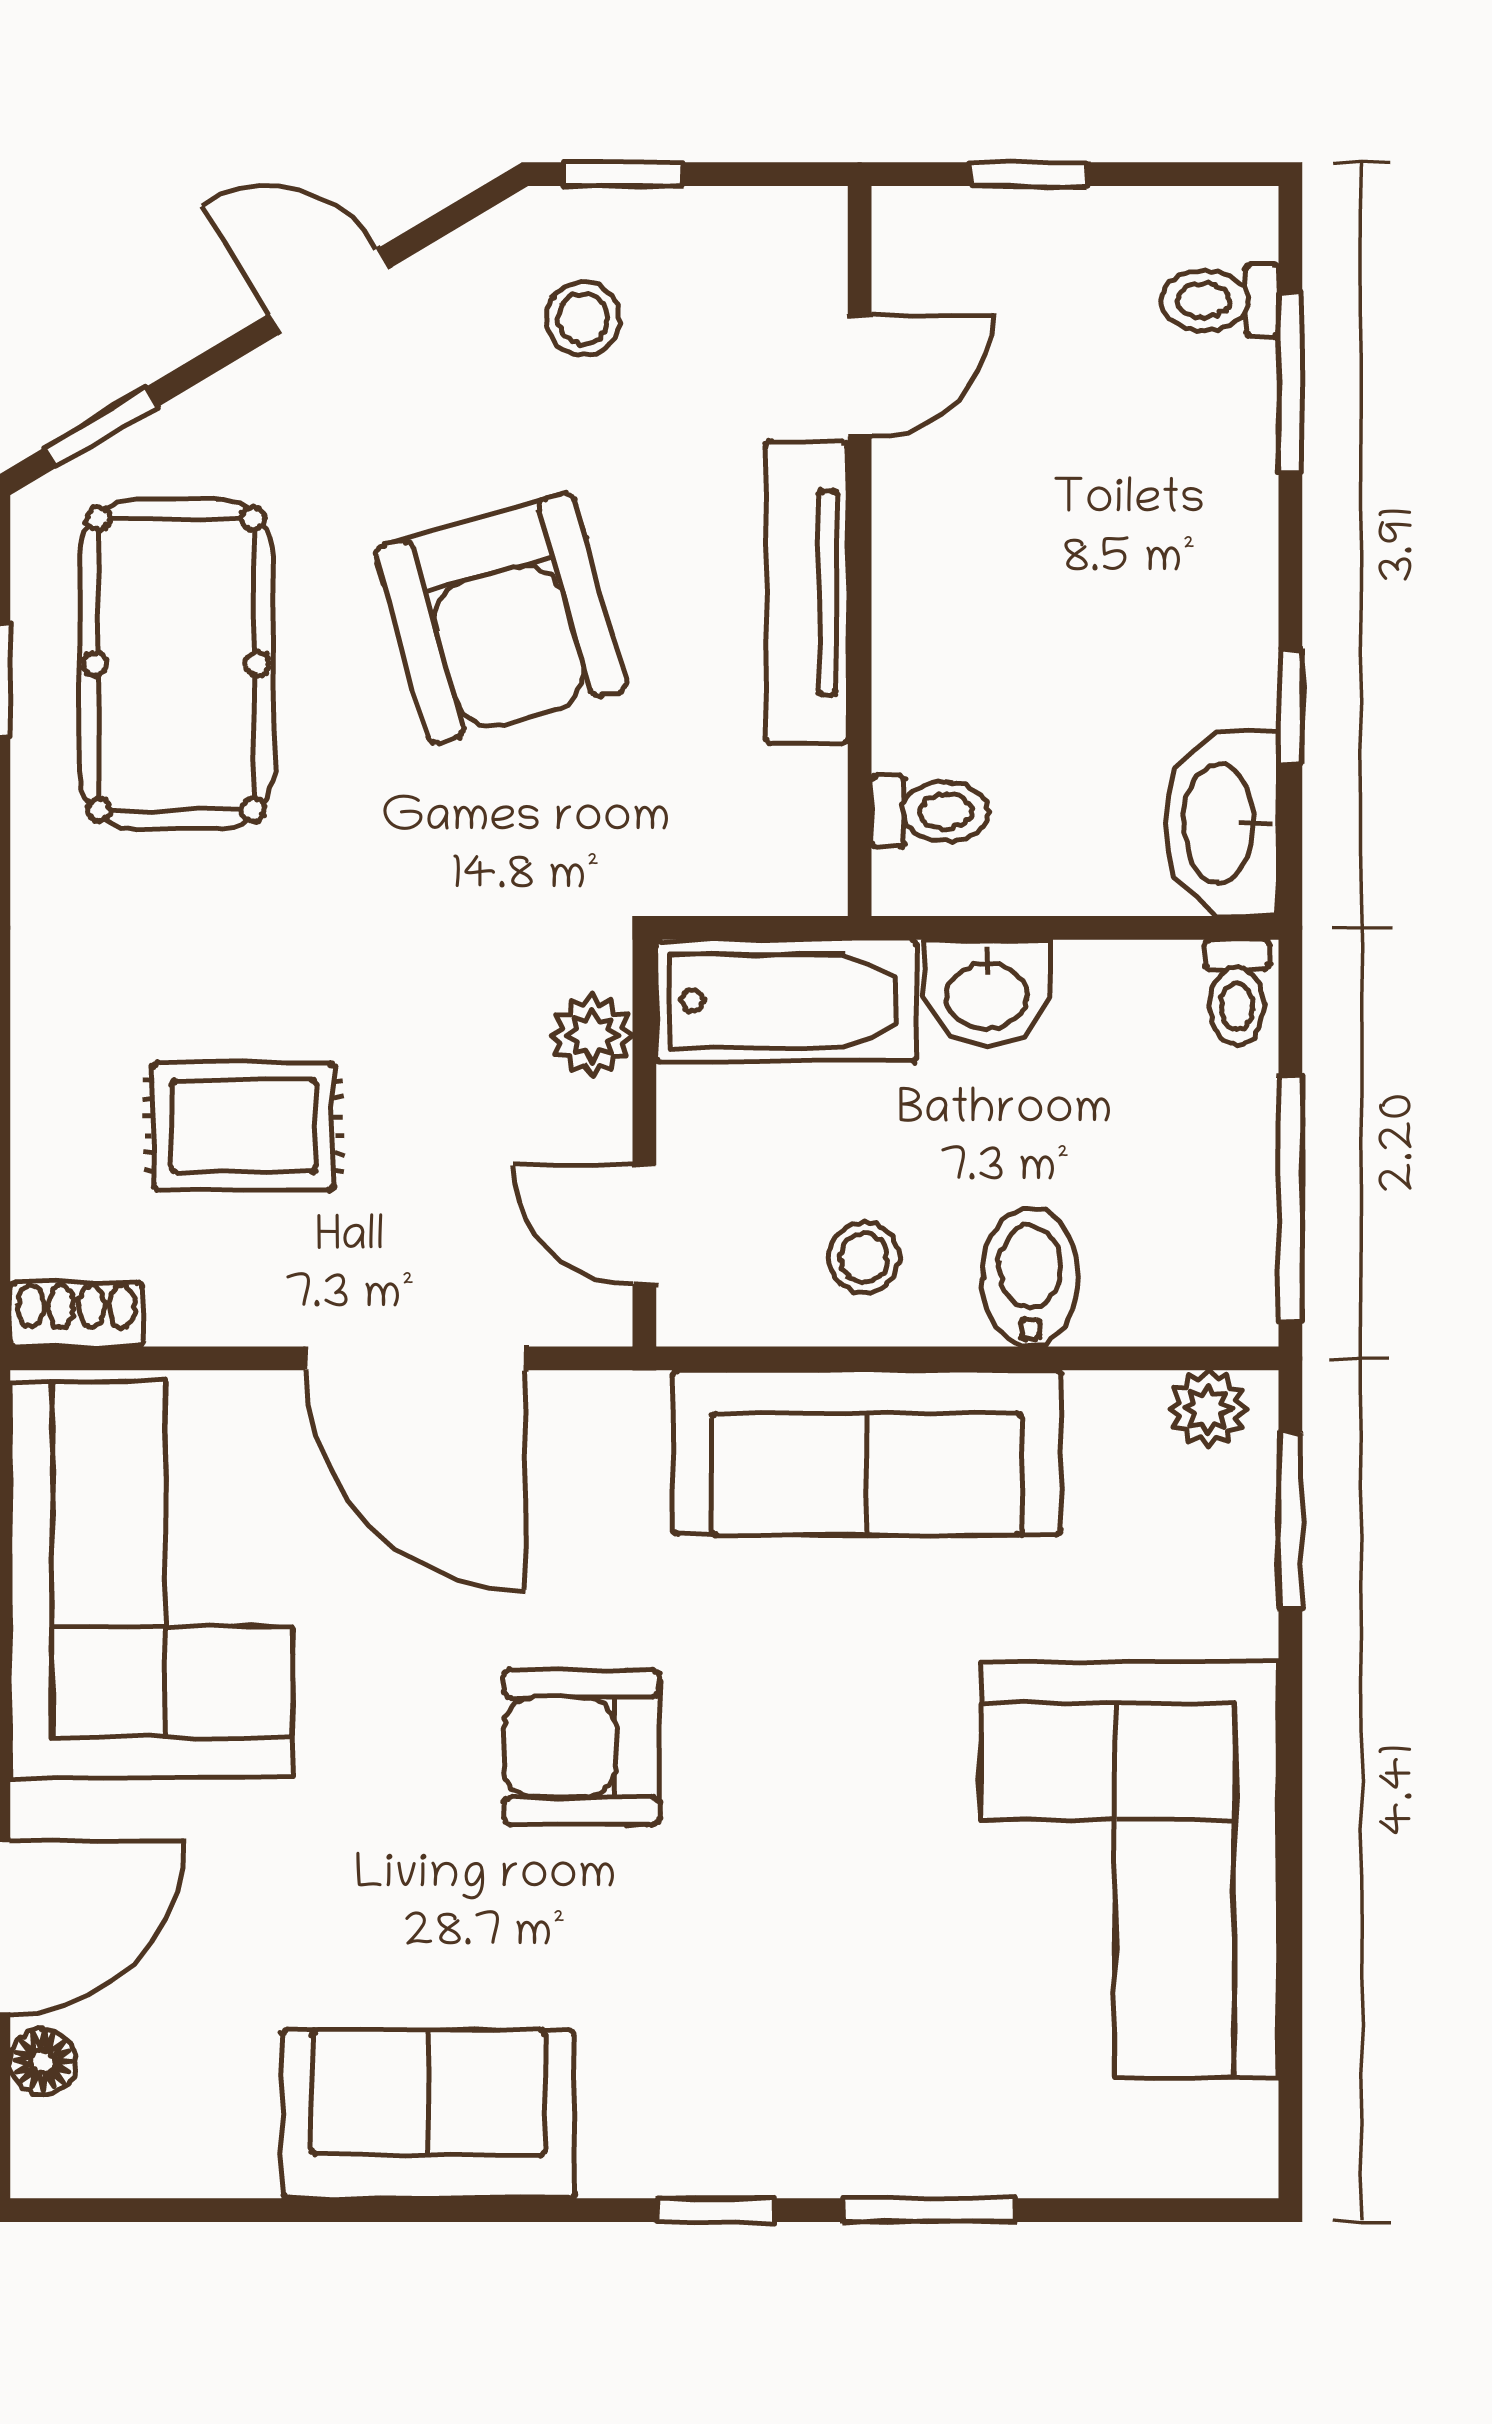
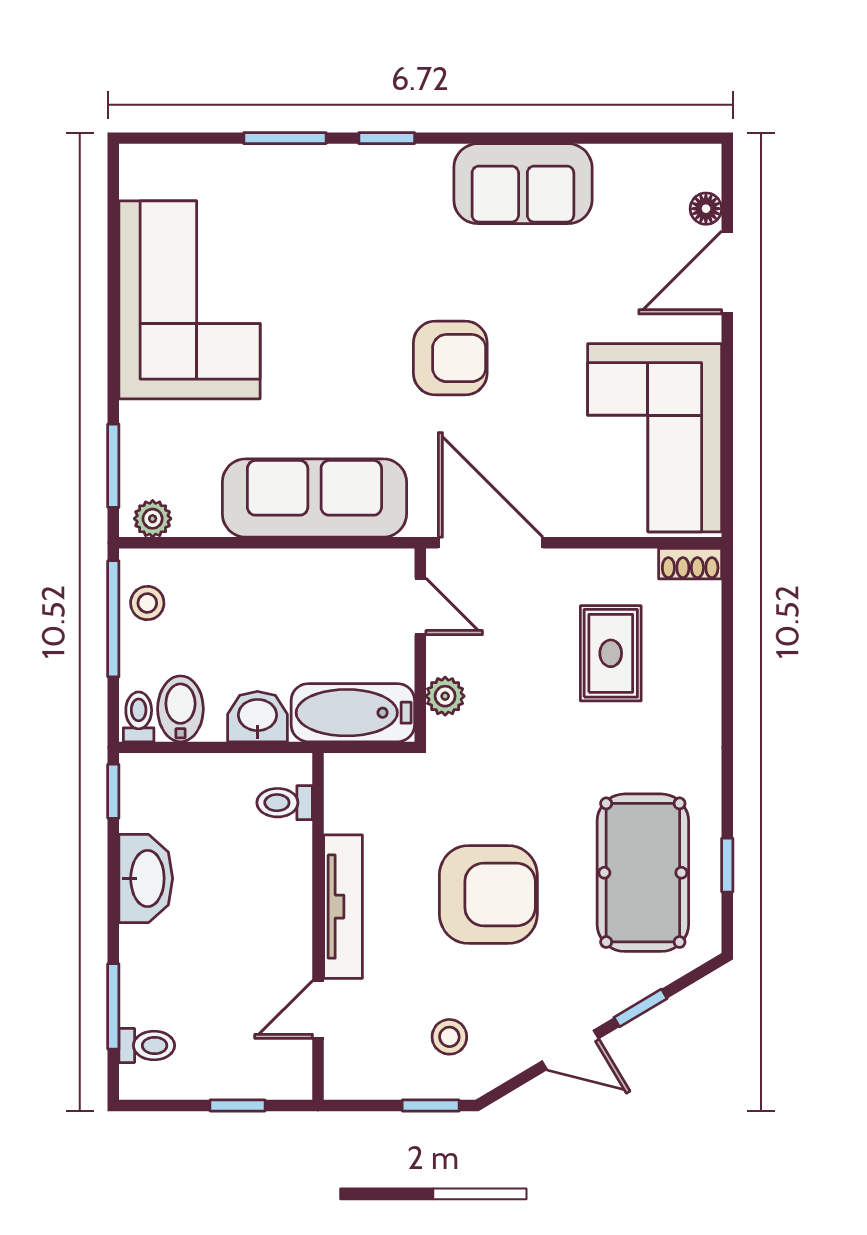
window: (101, 427) -> (640, 1008), moved
armchair: (501, 618) -> (488, 895), turned 106
window: (1290, 706) -> (113, 791), moved
washbasin: (1222, 823) -> (146, 878), moved
rug: (244, 1126) -> (611, 653), turned 90
stool: (864, 1258) -> (147, 603), moved
bidet: (1030, 1277) -> (180, 709), moved, turned 180
door: (415, 1358) -> (491, 543), moved

